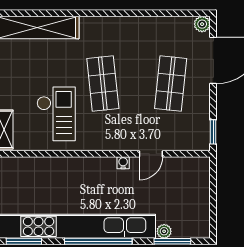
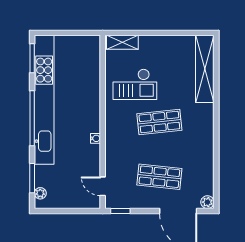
door: (151, 154) -> (103, 186), moved
plant: (164, 231) -> (40, 193), moved

